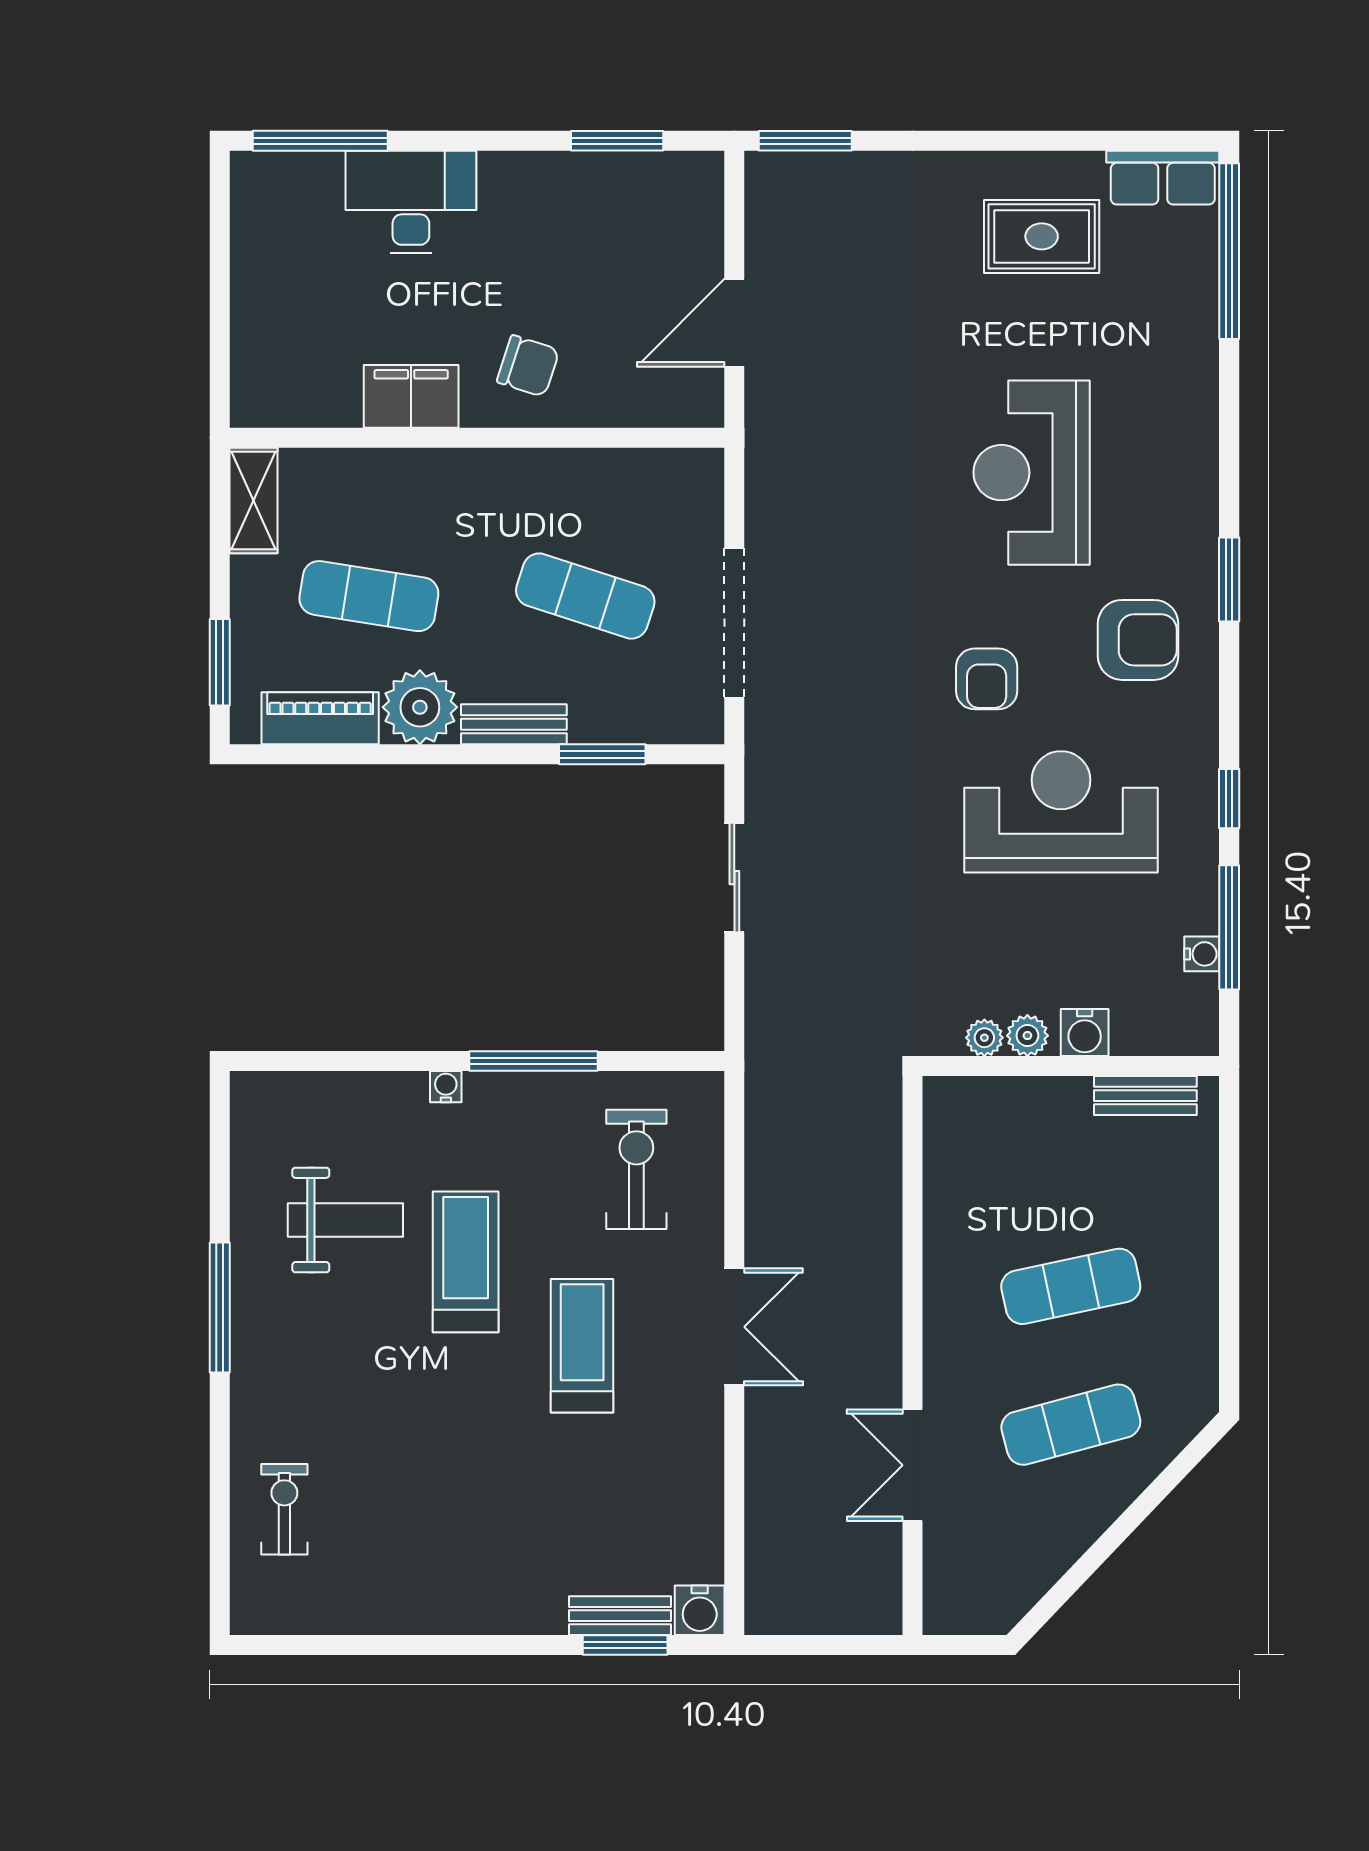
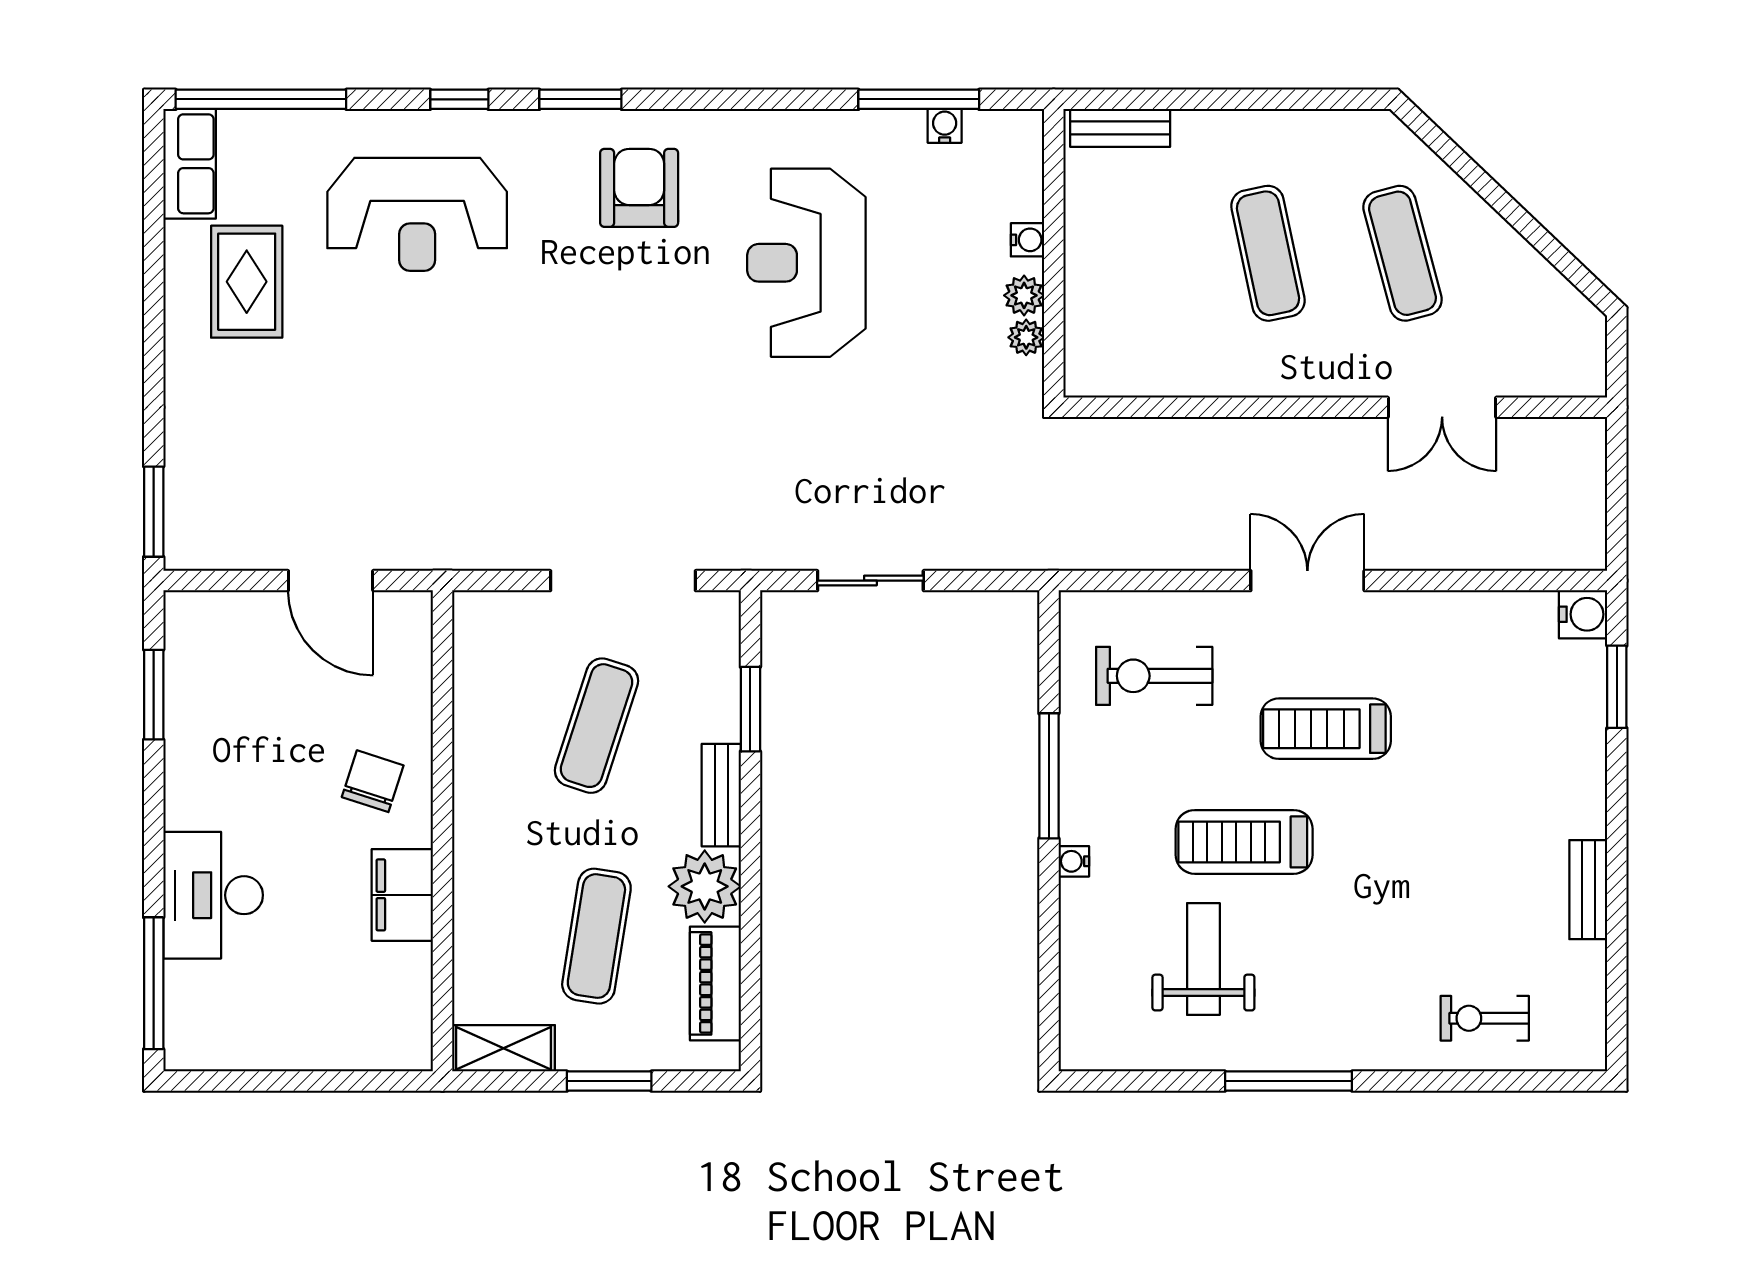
reception desk: (1032, 473) -> (417, 214), moved
window: (220, 662) -> (609, 1081), moved
armchair: (987, 679) -> (677, 335), removed
window: (1229, 799) -> (459, 99), moved
water cooler: (1085, 1033) -> (1027, 240), width x0.72, depth x0.72
bench: (1145, 1096) -> (1120, 128), moved, turned 90
bench: (620, 1616) -> (1588, 890), moved

